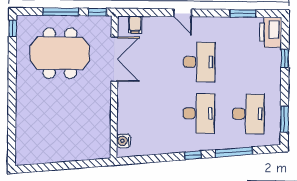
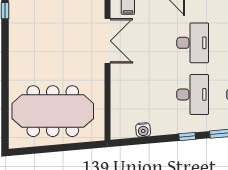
meeting table: (60, 53) -> (53, 111), moved, width x1.36
water cooler: (123, 141) -> (143, 130), moved, turned -95

